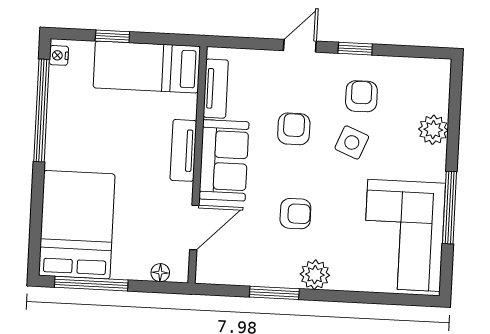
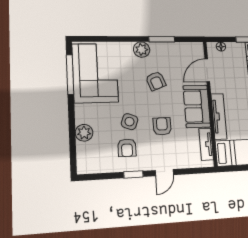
armchair: (294, 129) -> (162, 126), turned 180
tv unit: (183, 150) -> (219, 116), width x1.41
window: (450, 208) -> (70, 74), moved
armchair: (295, 214) -> (156, 81), turned -111

